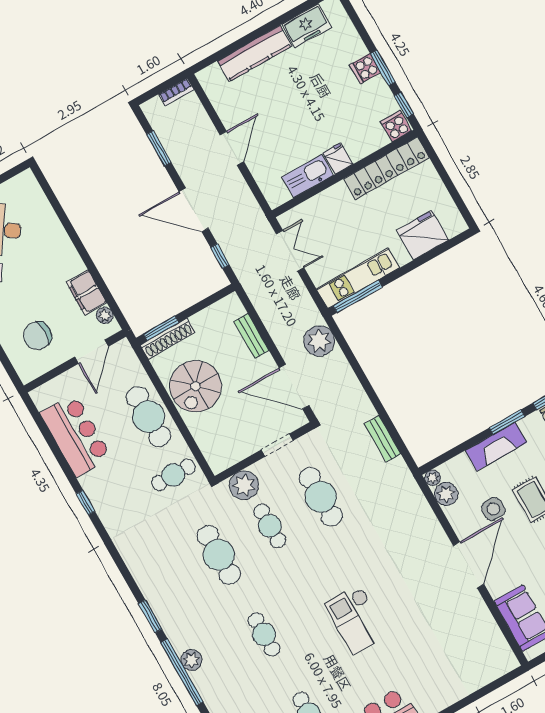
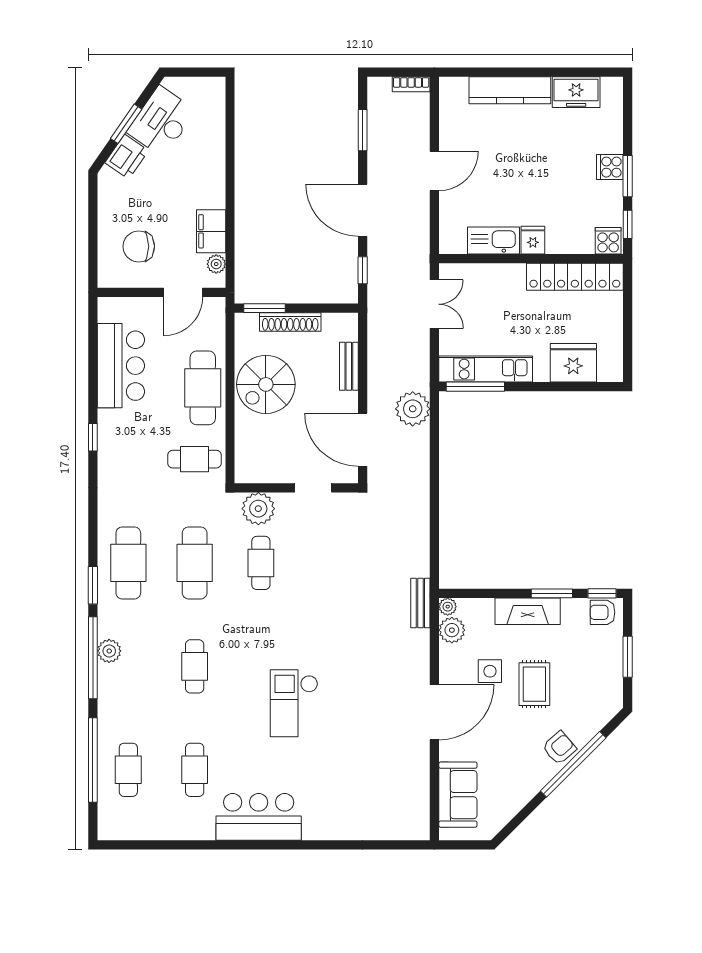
shoe rack: (168, 339) -> (290, 322), moved
bench: (383, 439) -> (420, 603), moved
cafe table: (321, 497) -> (128, 563), moved

